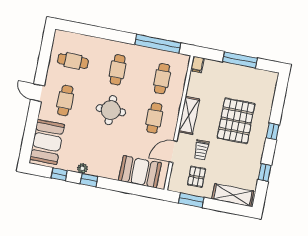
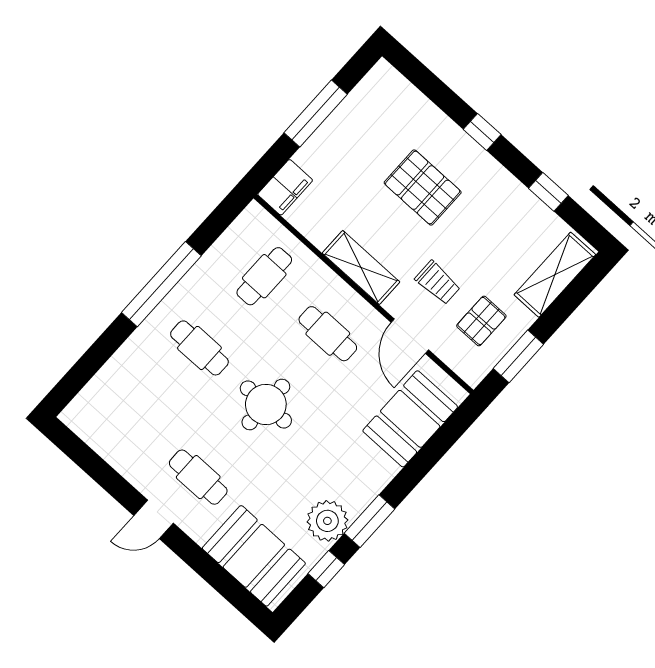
window: (158, 44) -> (161, 284), moved
cafe table: (73, 61) -> (135, 420), removed
filing cabinet: (197, 64) -> (285, 187), width x2.00
cafe table: (162, 79) -> (264, 276), turned 90
pallet: (236, 121) -> (423, 188), width x0.73, depth x0.71
plant: (82, 168) -> (327, 521), width x1.88, depth x1.88
pallet: (197, 177) -> (481, 321), turned 90
window: (89, 180) -> (369, 521), width x1.50

